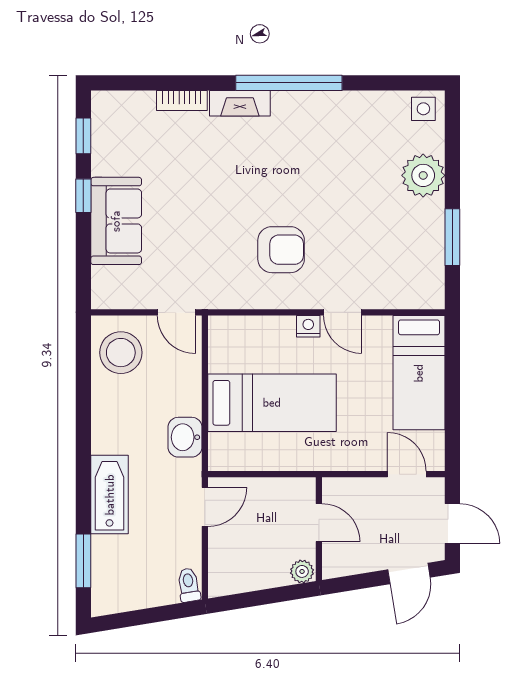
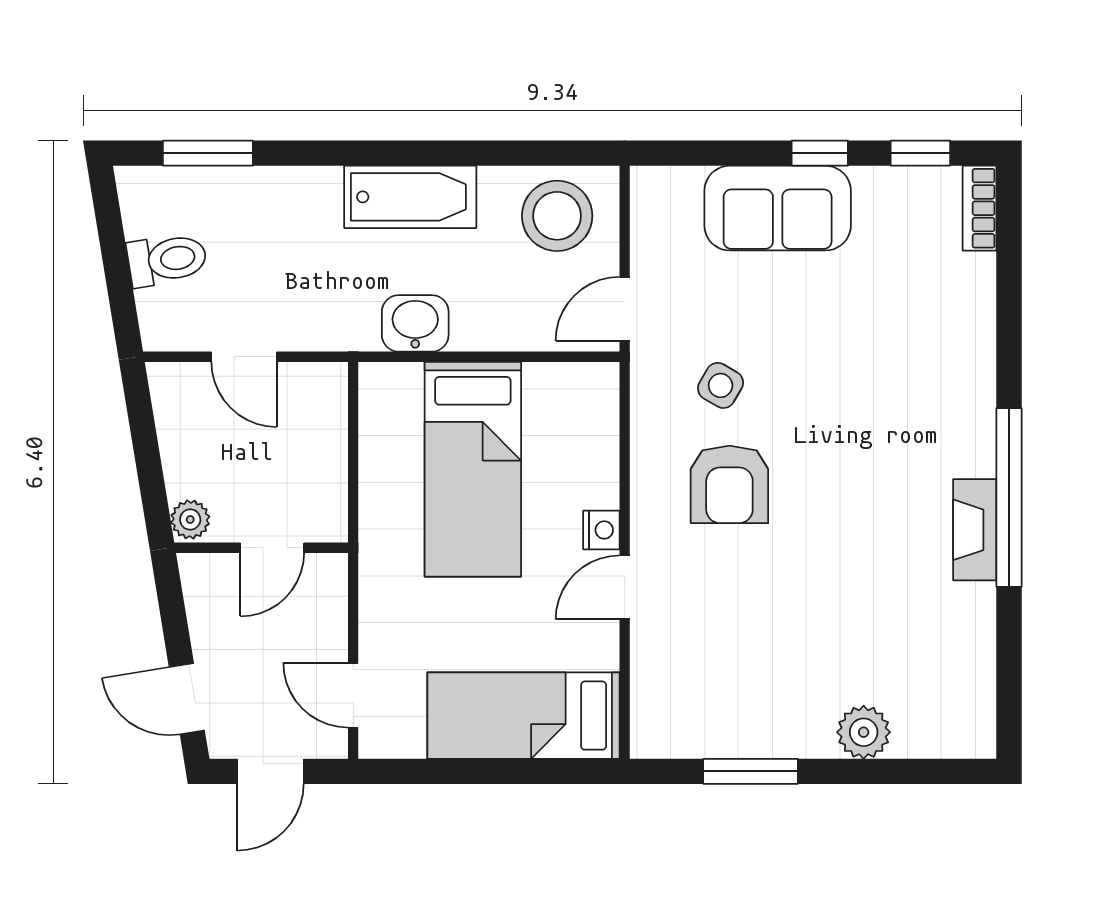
bookcase: (182, 100) -> (979, 208), moved
fireplace: (240, 103) -> (975, 530), moved
side table: (423, 109) -> (721, 385), moved, turned 30
plant: (423, 175) -> (864, 732), width x0.73, depth x0.73
door: (407, 474) -> (353, 695), swing flipped
bathtub: (110, 495) -> (410, 197), moved
door: (205, 507) -> (244, 357), moved
toilet: (189, 585) -> (167, 260), moved, width x1.37, depth x1.39

